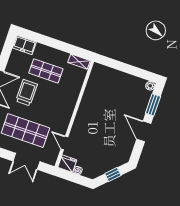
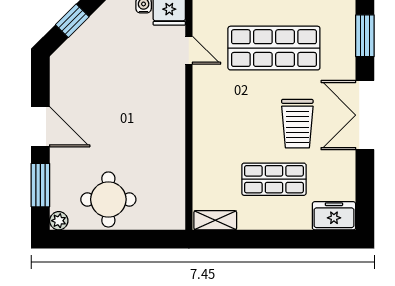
round table: (124, 88) -> (108, 199), added

